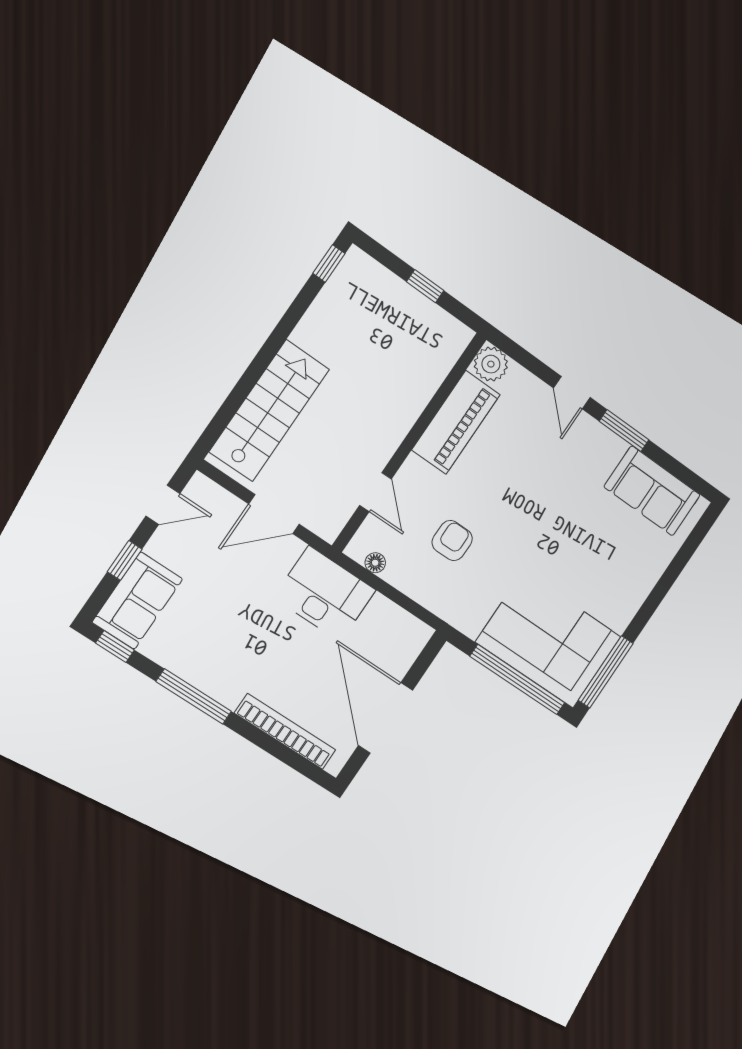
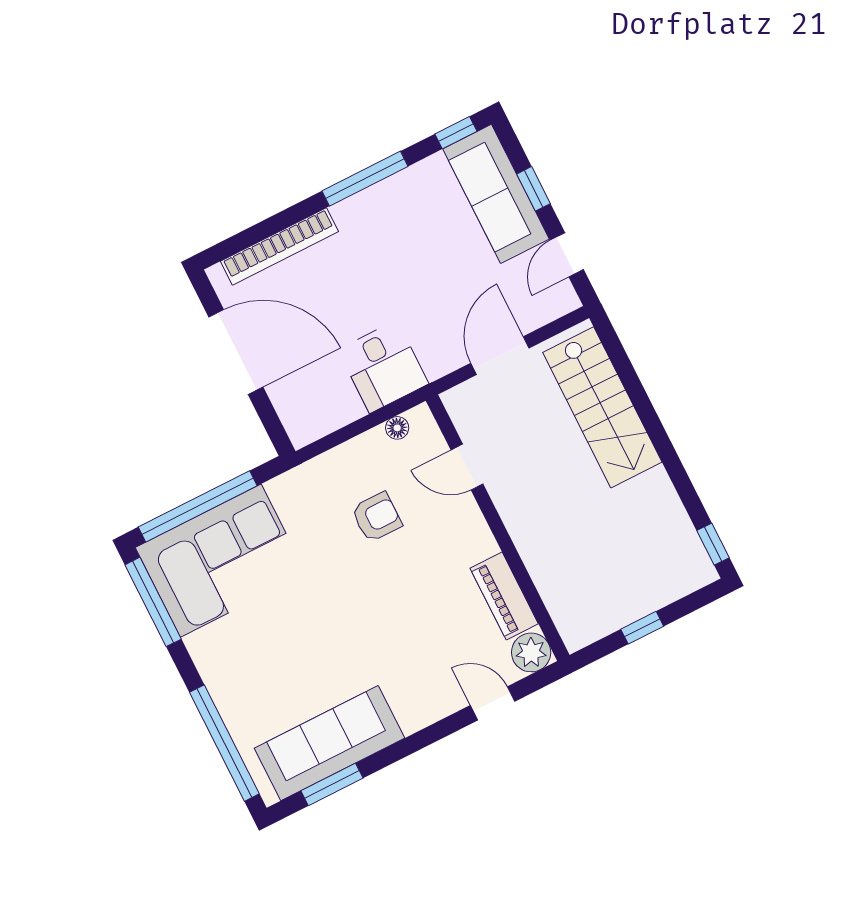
door: (572, 393) -> (493, 703), moved
piano: (456, 422) -> (504, 596), width x0.73, depth x0.75
window: (624, 431) -> (332, 784), moved
sofa: (652, 491) -> (329, 743), width x1.36
armchair: (452, 541) -> (377, 517), turned -90
window: (680, 560) -> (224, 743), added
desk: (325, 594) -> (383, 367), width x0.73
sofa: (137, 601) -> (496, 194), width x1.36

